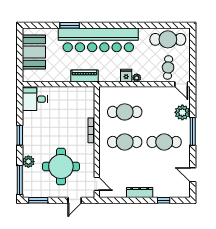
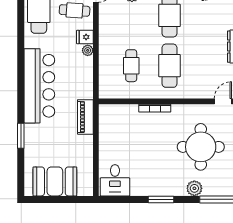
bar counter: (98, 40) -> (39, 86), width x0.73
fridge: (126, 76) -> (85, 37), moved
cafe table: (125, 112) -> (131, 66), width x0.73, depth x0.74

